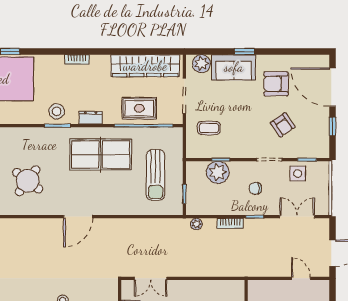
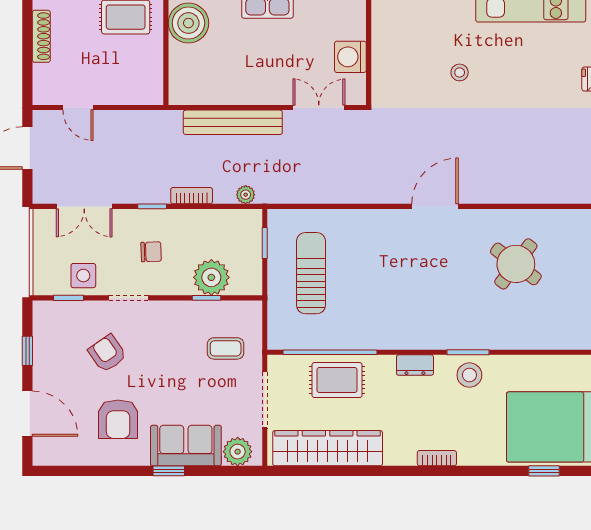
armchair: (276, 84) -> (118, 419), turned 90
door: (333, 87) -> (27, 414), width x0.73
table tennis table: (101, 154) -> (399, 306), removed
bench: (204, 269) -> (233, 122), added

